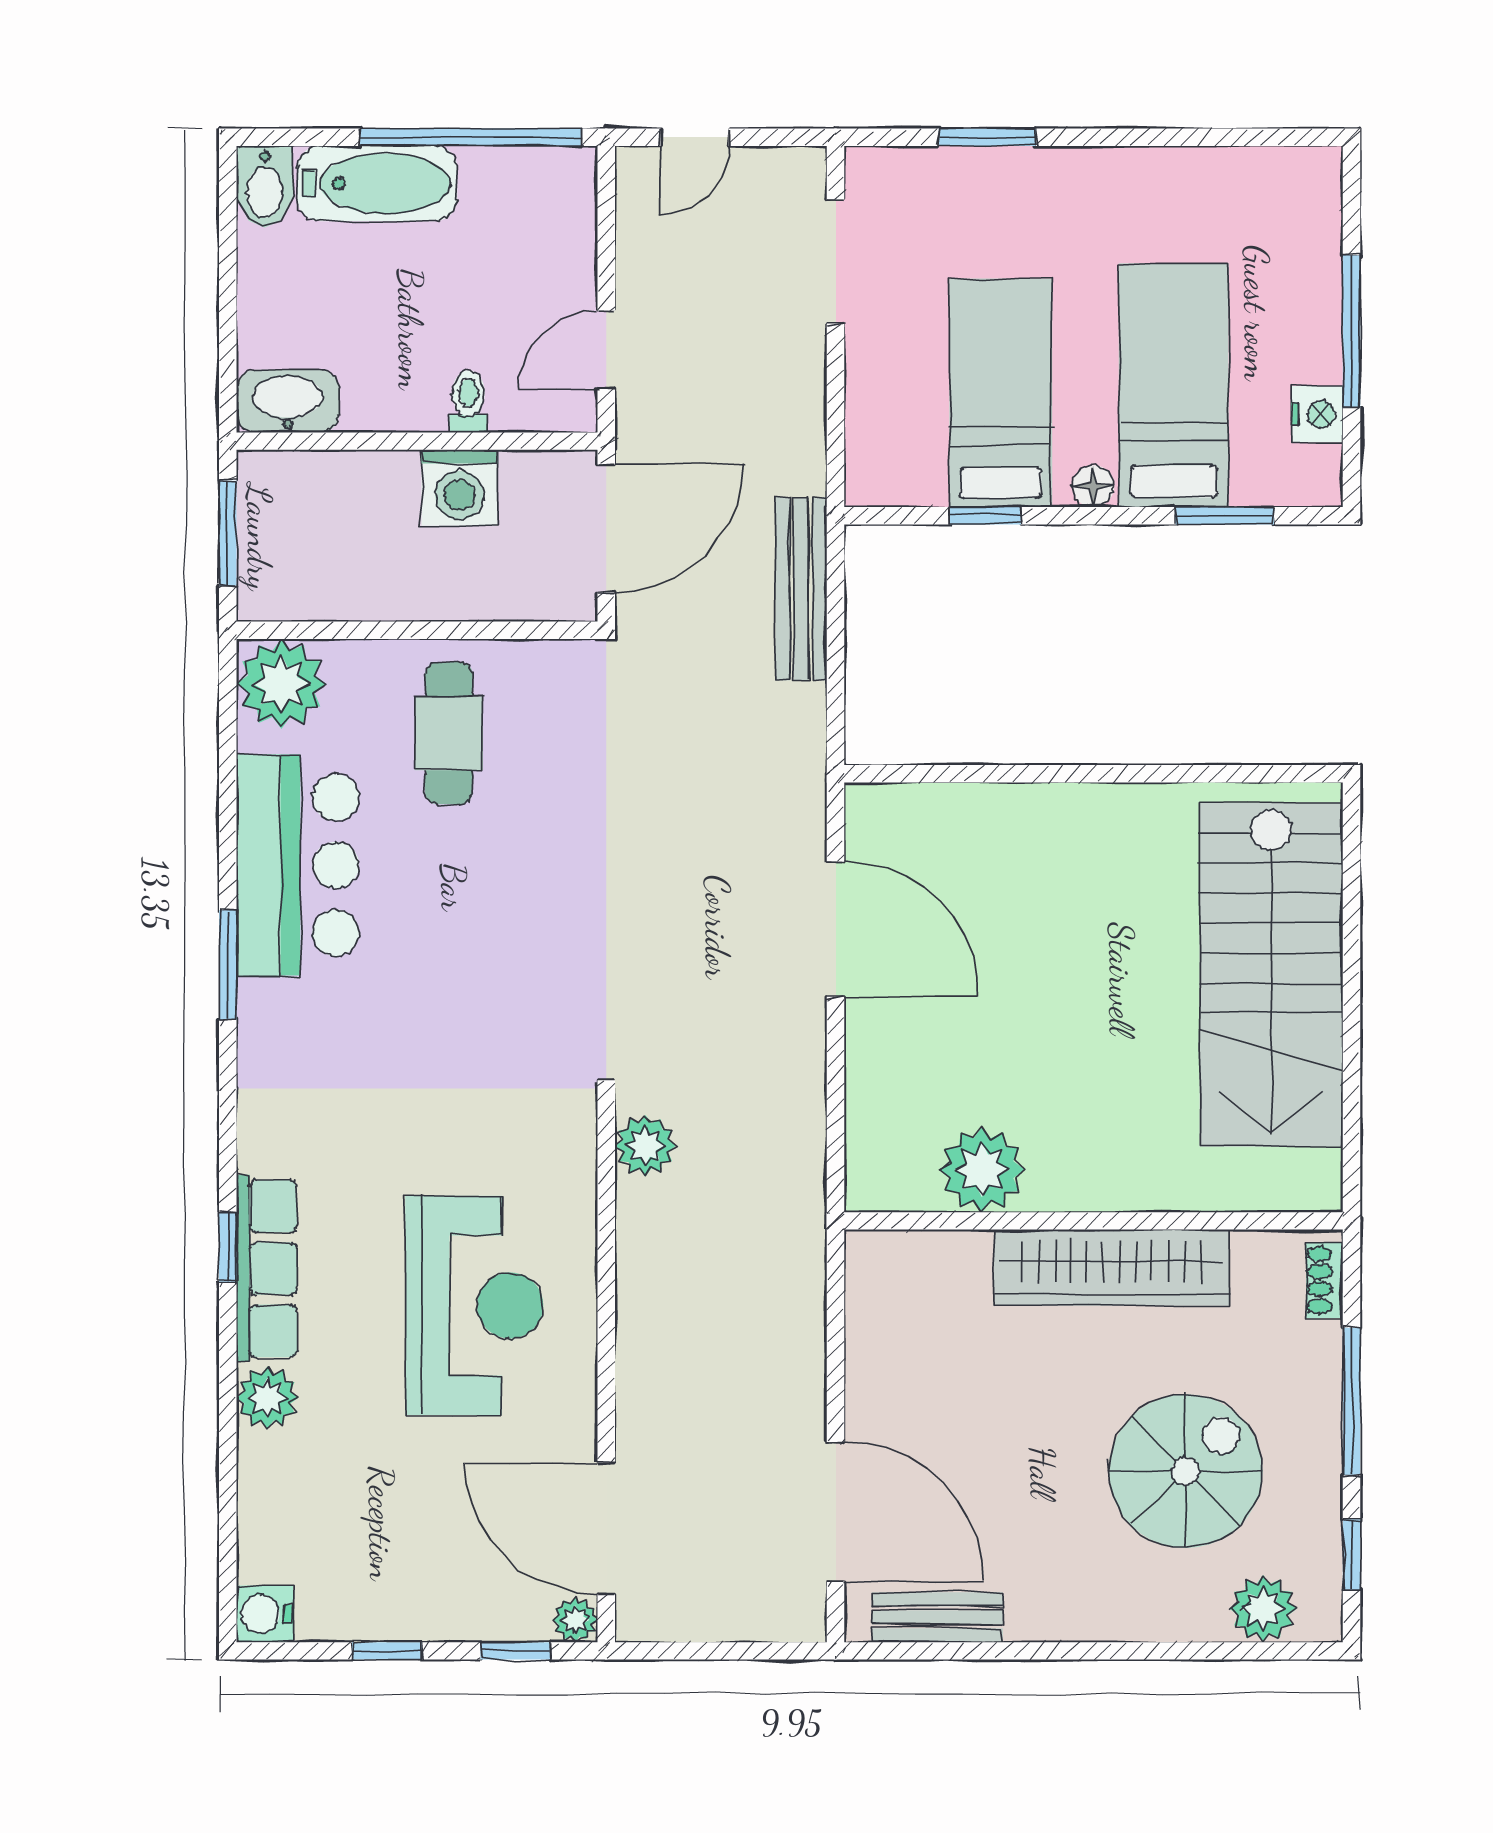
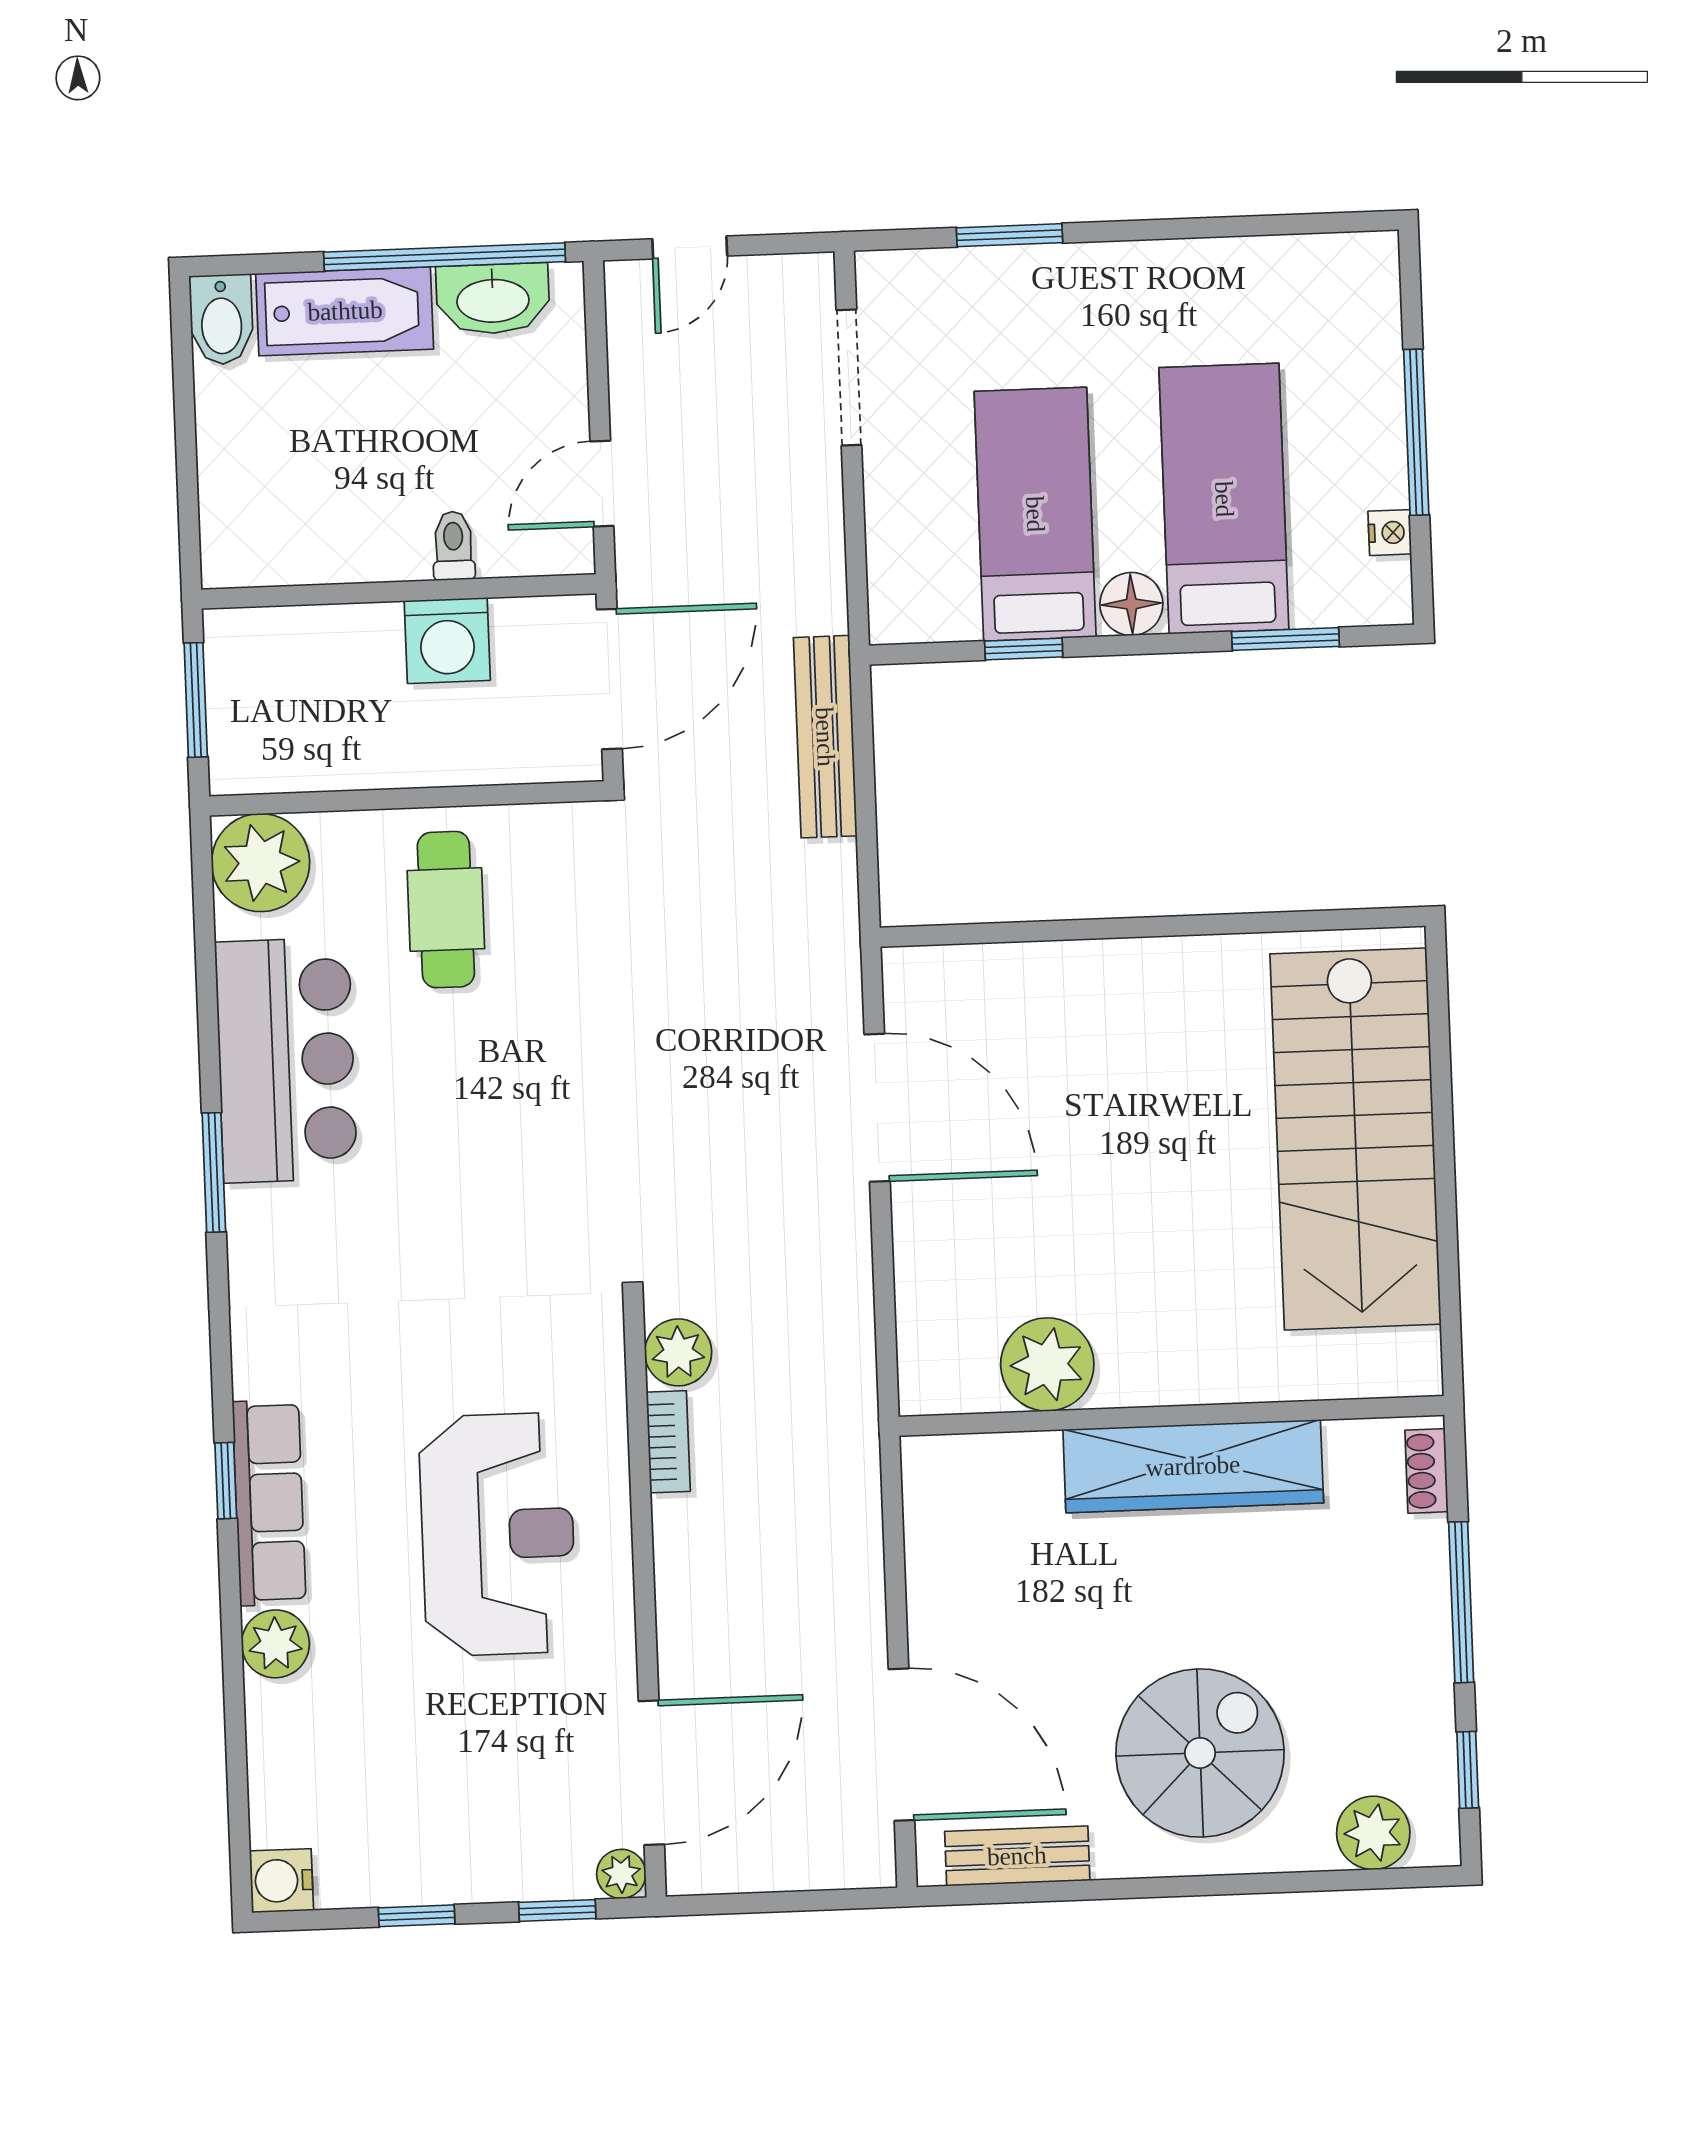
washbasin: (288, 401) -> (493, 299), moved, turned 180
nightstand: (1317, 414) -> (1390, 533), width x0.72, depth x0.74
floor lamp: (1093, 486) -> (1131, 604), width x1.37, depth x1.37
bookcase: (633, 1227) -> (668, 1442), added
spiral stairs: (1186, 1471) -> (1200, 1753), moved
door: (606, 1529) -> (651, 1773), swing flipped

